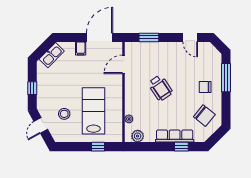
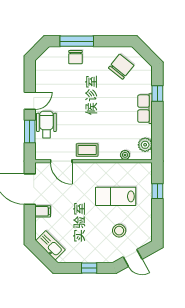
door: (190, 37) -> (30, 101), moved
coffee table: (133, 86) -> (87, 150), added
chair: (205, 87) -> (75, 57), moved
wheelchair: (160, 88) -> (46, 124), moved, turned -56
lab bench: (93, 111) -> (116, 196), width x0.73, depth x0.72
row of seats: (175, 136) -> (145, 109), width x0.68

